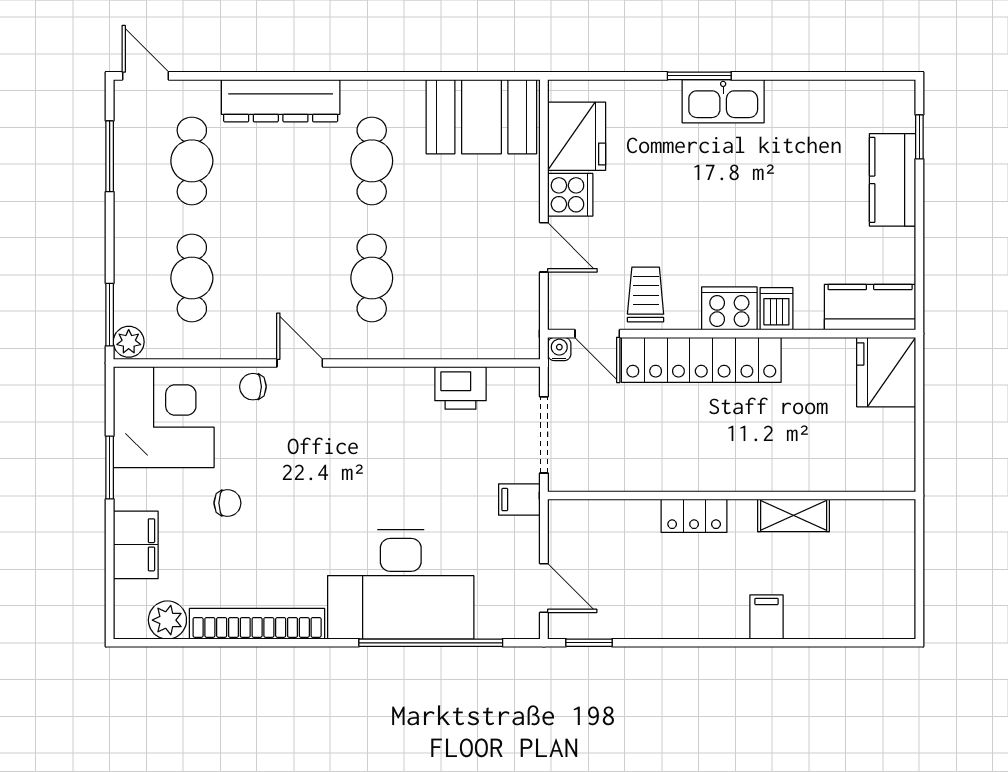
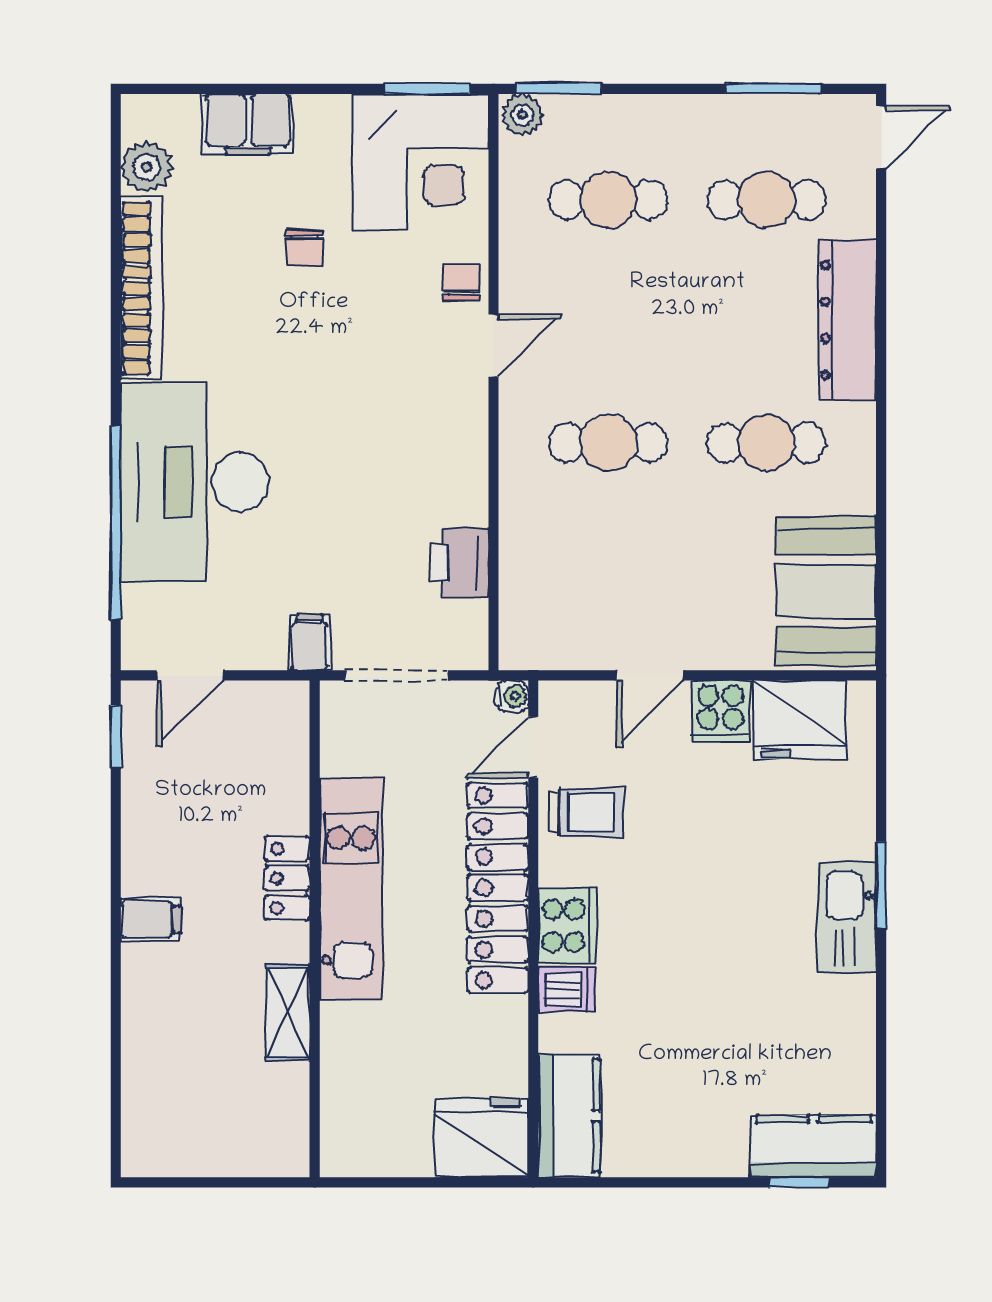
kitchen counter: (893, 180) -> (814, 1146), moved
window: (110, 468) -> (428, 89), moved
kitchen unit: (702, 469) -> (351, 889), added
filing cabinet: (767, 617) -> (151, 919), moved

